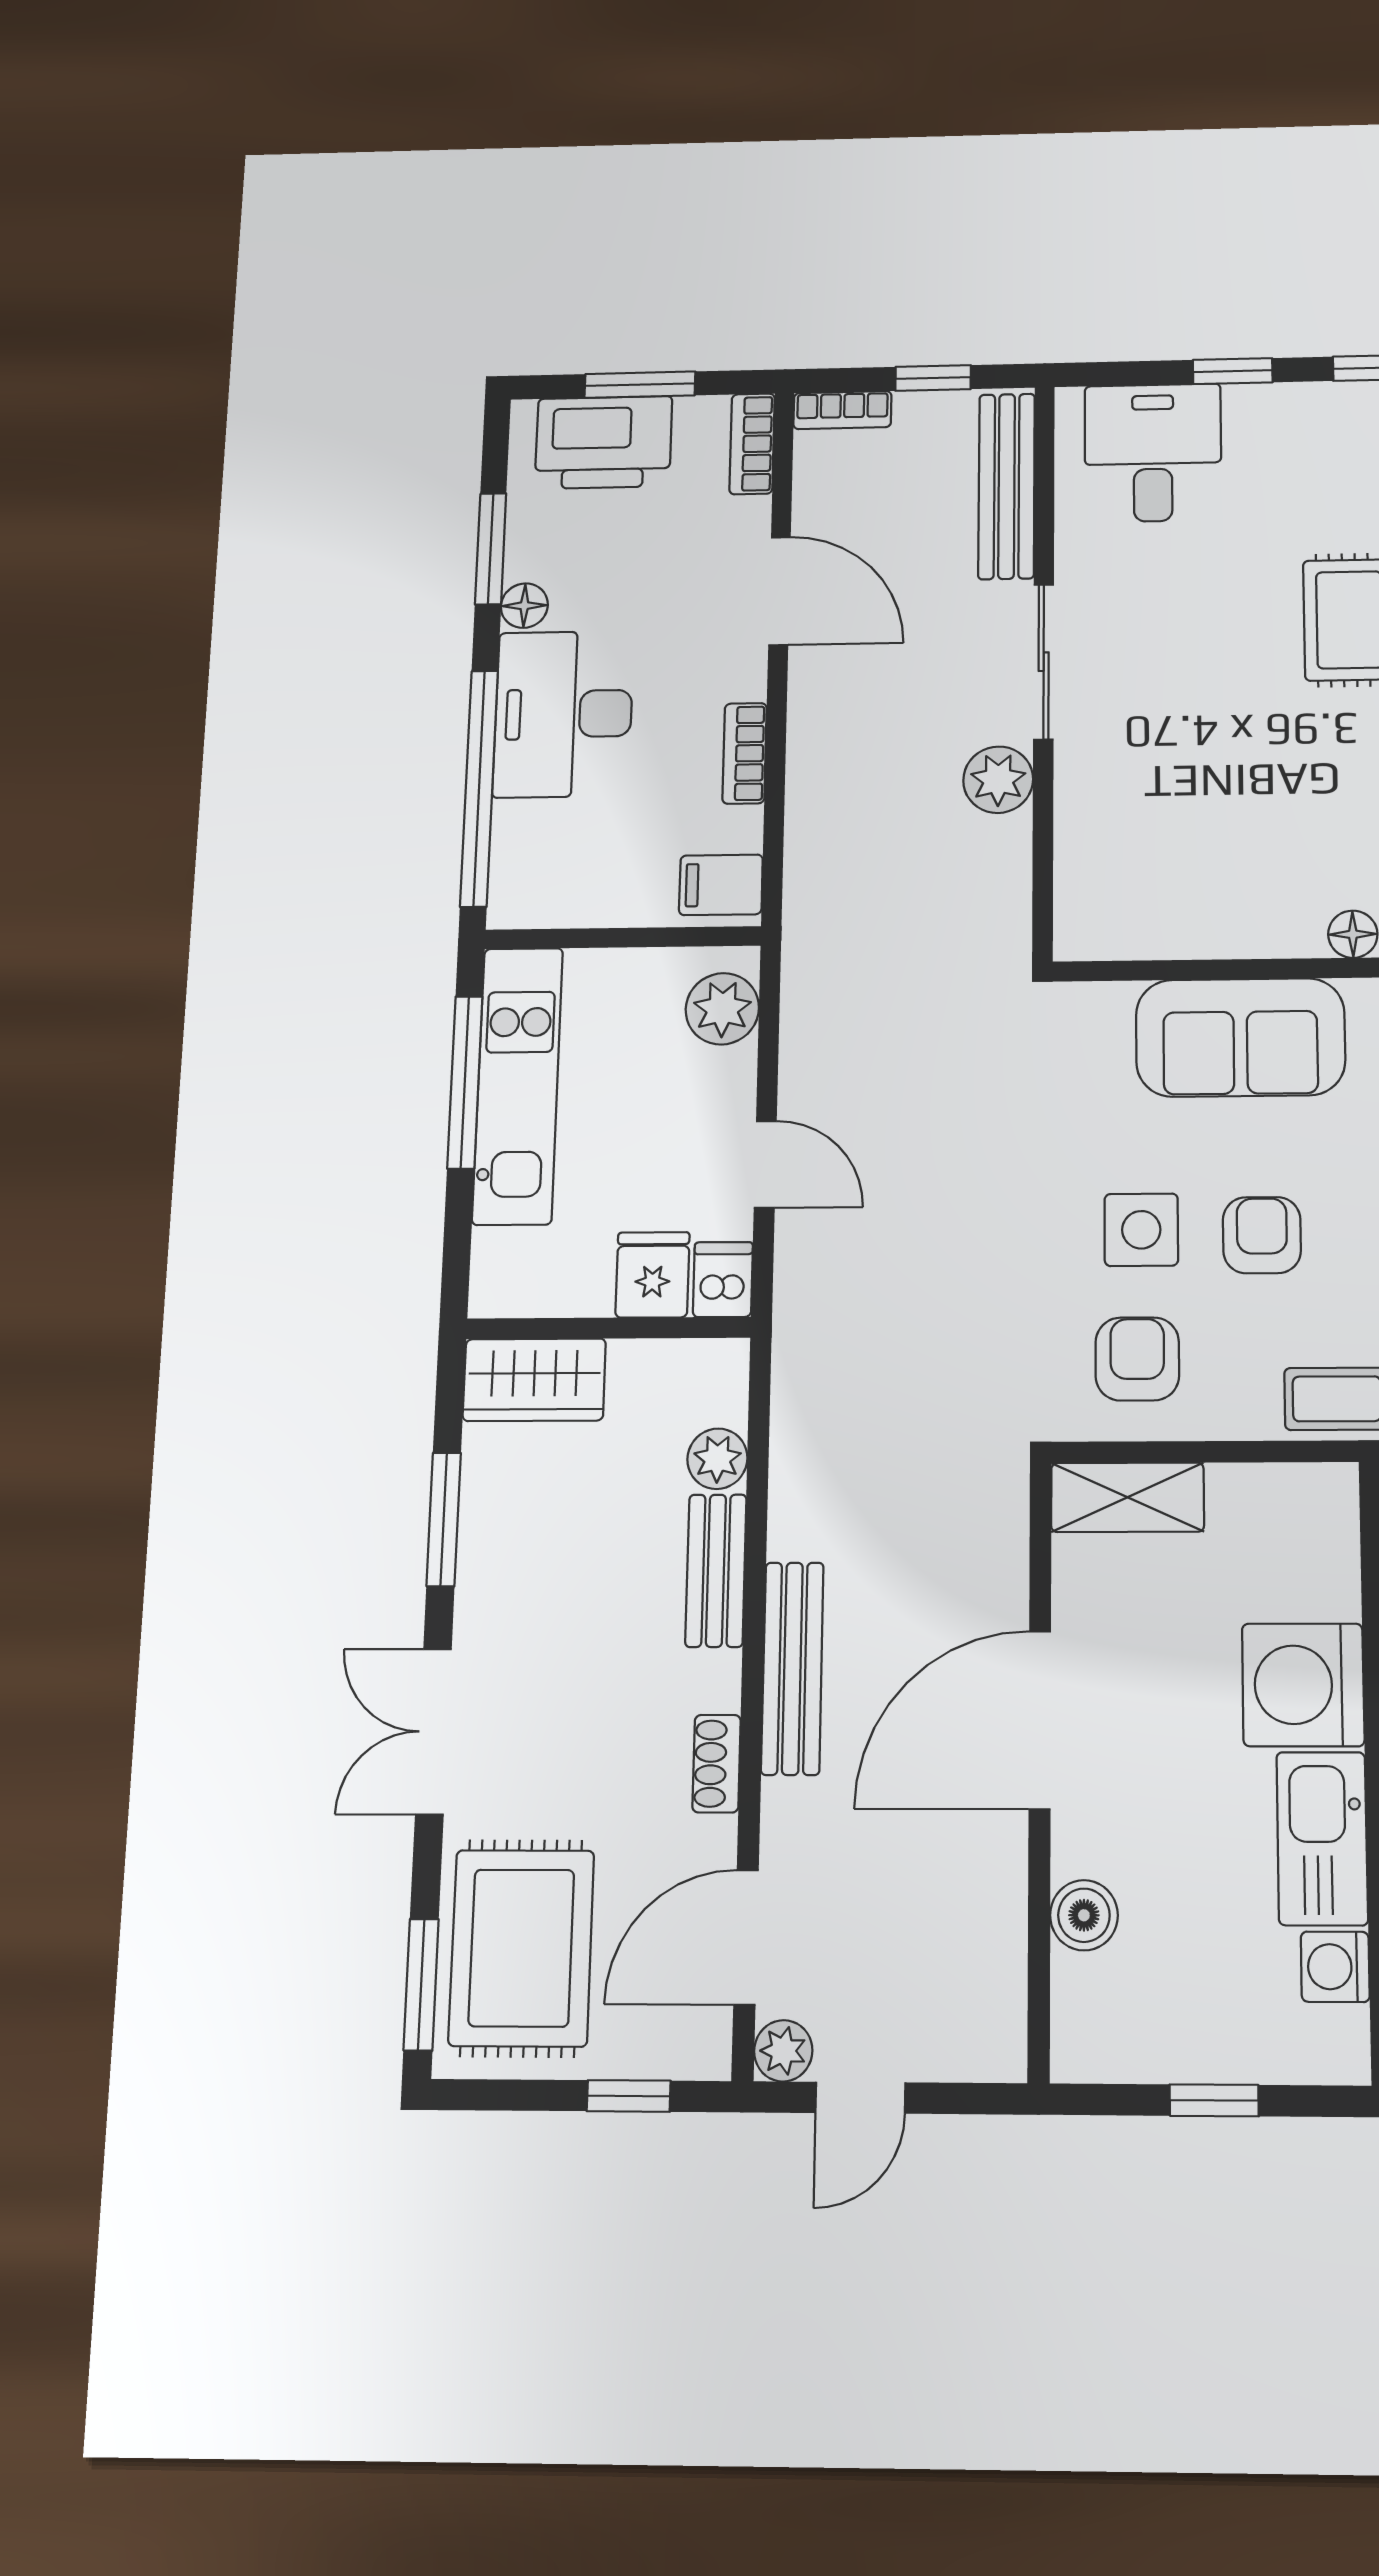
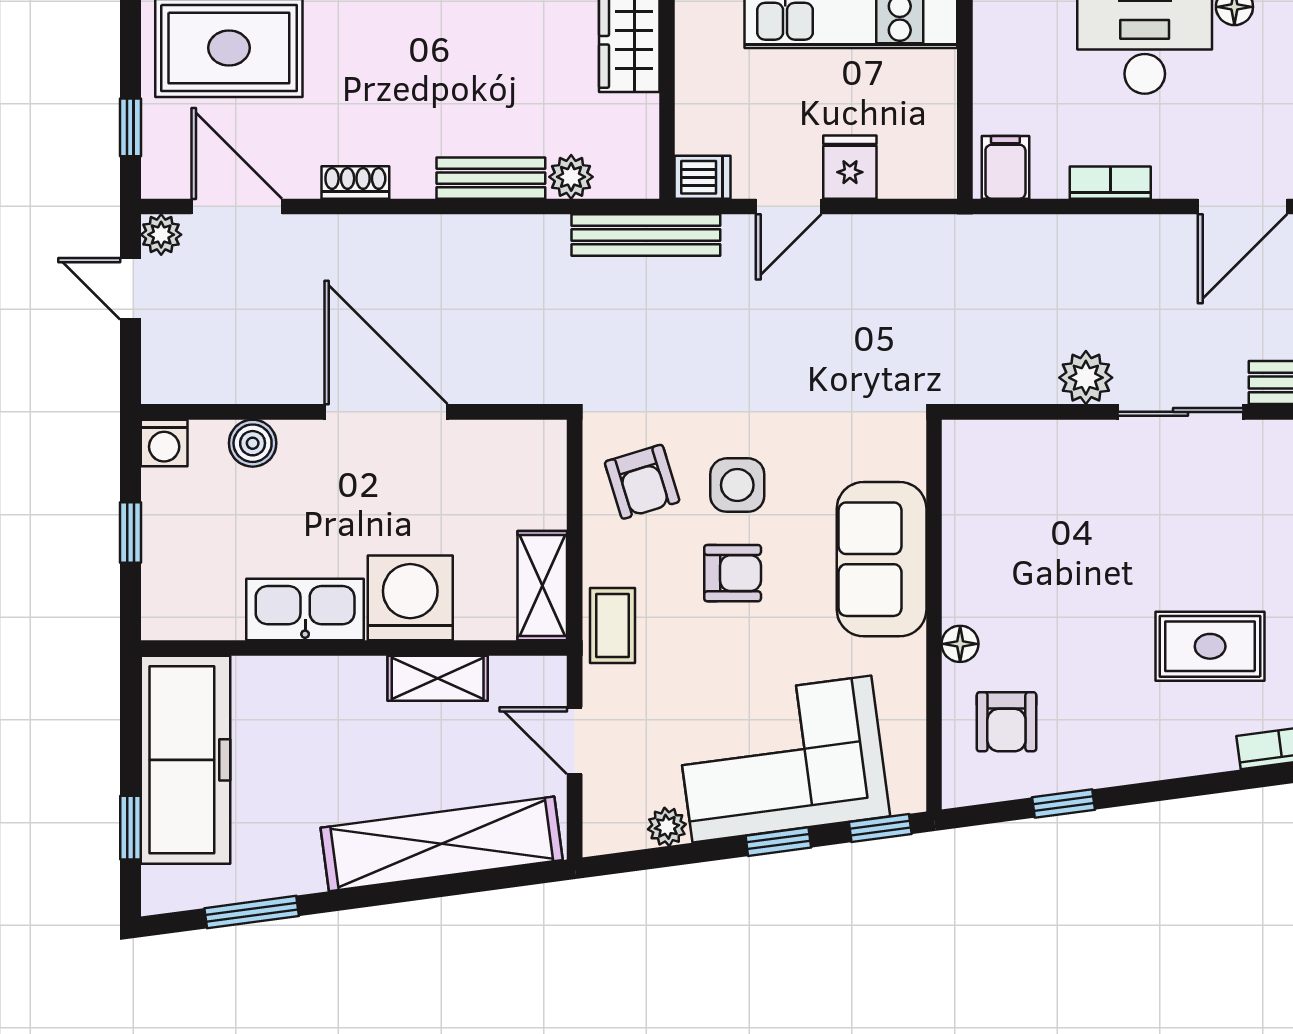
plant: (722, 1009) -> (908, 171), removed
fridge: (653, 1275) -> (850, 167), moved, turned -90
armchair: (1137, 1359) -> (642, 482), turned 73
shelving: (1127, 1497) -> (542, 586), moved
bench: (792, 1668) -> (646, 235), moved
washing machine: (1335, 1967) -> (164, 443), moved, turned 180

